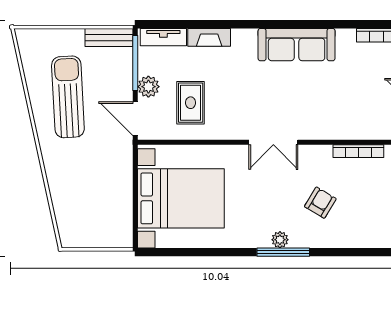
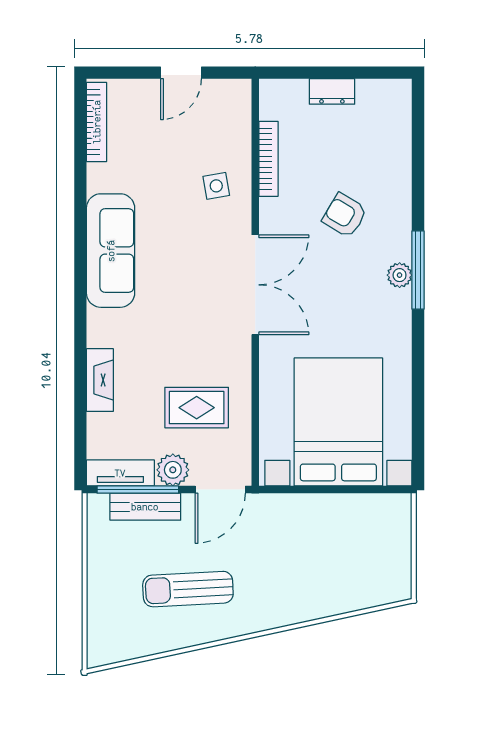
bench: (109, 37) -> (145, 507), moved, turned 90
tv unit: (163, 37) -> (120, 473), moved, turned -90
sun lounger: (68, 97) -> (188, 589), width x0.73, depth x0.75
side table: (340, 116) -> (216, 186), added
double door: (273, 142) -> (255, 285), width x1.37

